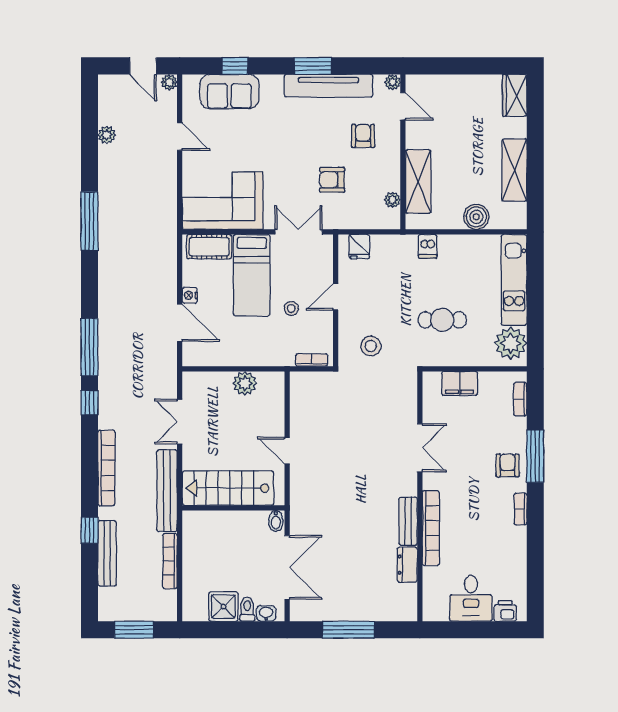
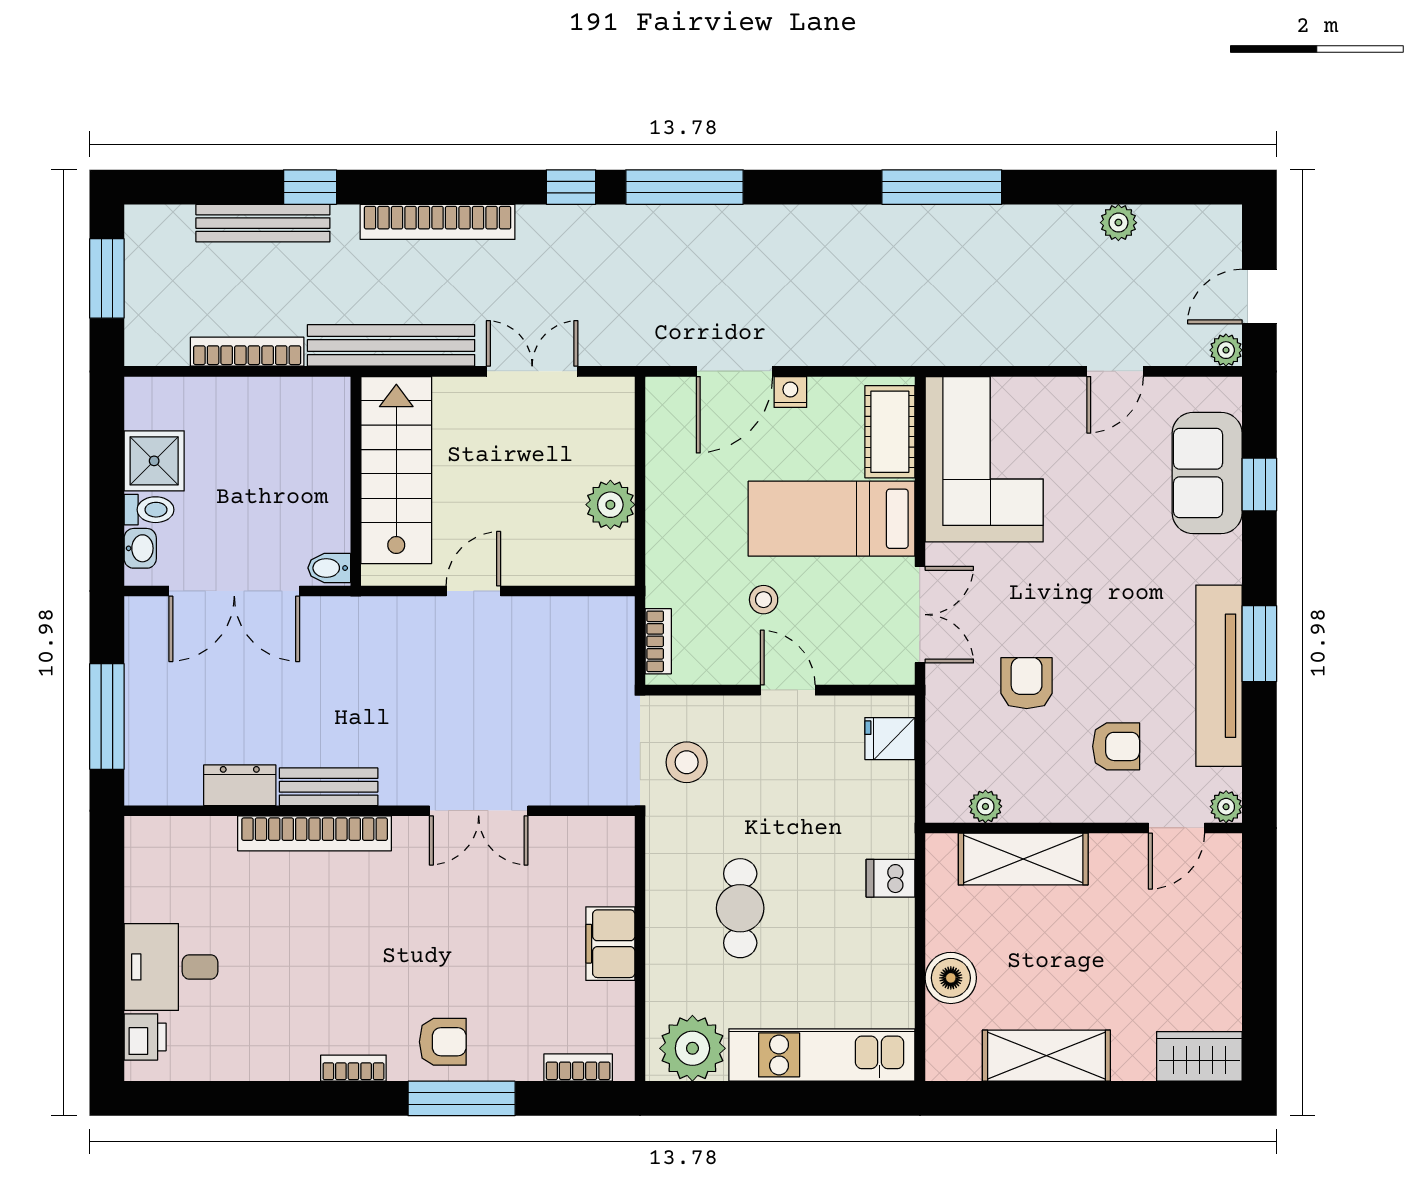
double door: (420, 448) -> (479, 811), moved
wall: (420, 496) -> (379, 811), moved
bench: (408, 521) -> (329, 787), moved
bookcase: (431, 528) -> (315, 833), moved
dresser: (407, 565) -> (240, 785), moved

